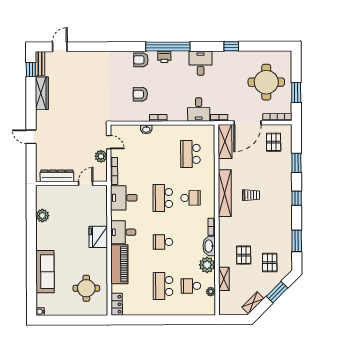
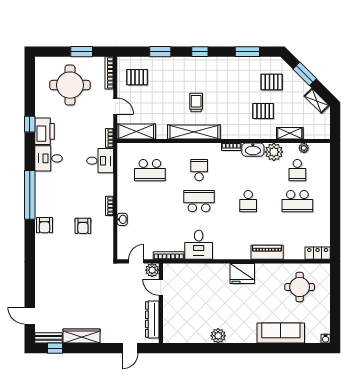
printer: (164, 57) -> (44, 131), moved, width x1.87, depth x1.48
door: (248, 123) -> (115, 106), width x0.53
dresser: (57, 176) -> (152, 319), moved
wall: (71, 183) -> (161, 303), moved
door: (86, 183) -> (161, 287), moved
school desk: (163, 198) -> (199, 201), turned 180
desk: (123, 232) -> (237, 246), removed
piano: (119, 264) -> (267, 252), width x0.73, depth x0.75

